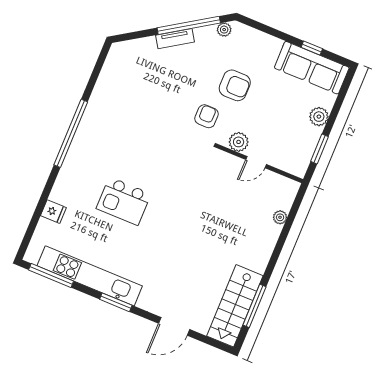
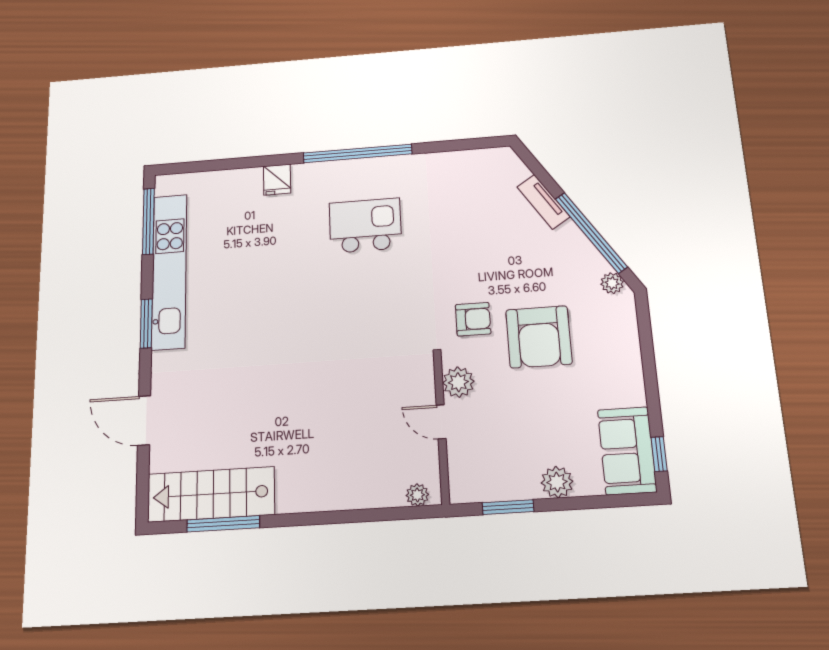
tv unit: (175, 39) -> (543, 202), moved
window: (312, 48) -> (659, 454), moved
sofa: (312, 68) -> (627, 451), width x0.73
armchair: (235, 85) -> (539, 337), width x1.36, depth x1.36
kitchen island: (124, 201) -> (365, 225), moved, turned 90
fridge: (53, 212) -> (277, 180), moved
plant: (280, 217) -> (417, 495), moved

